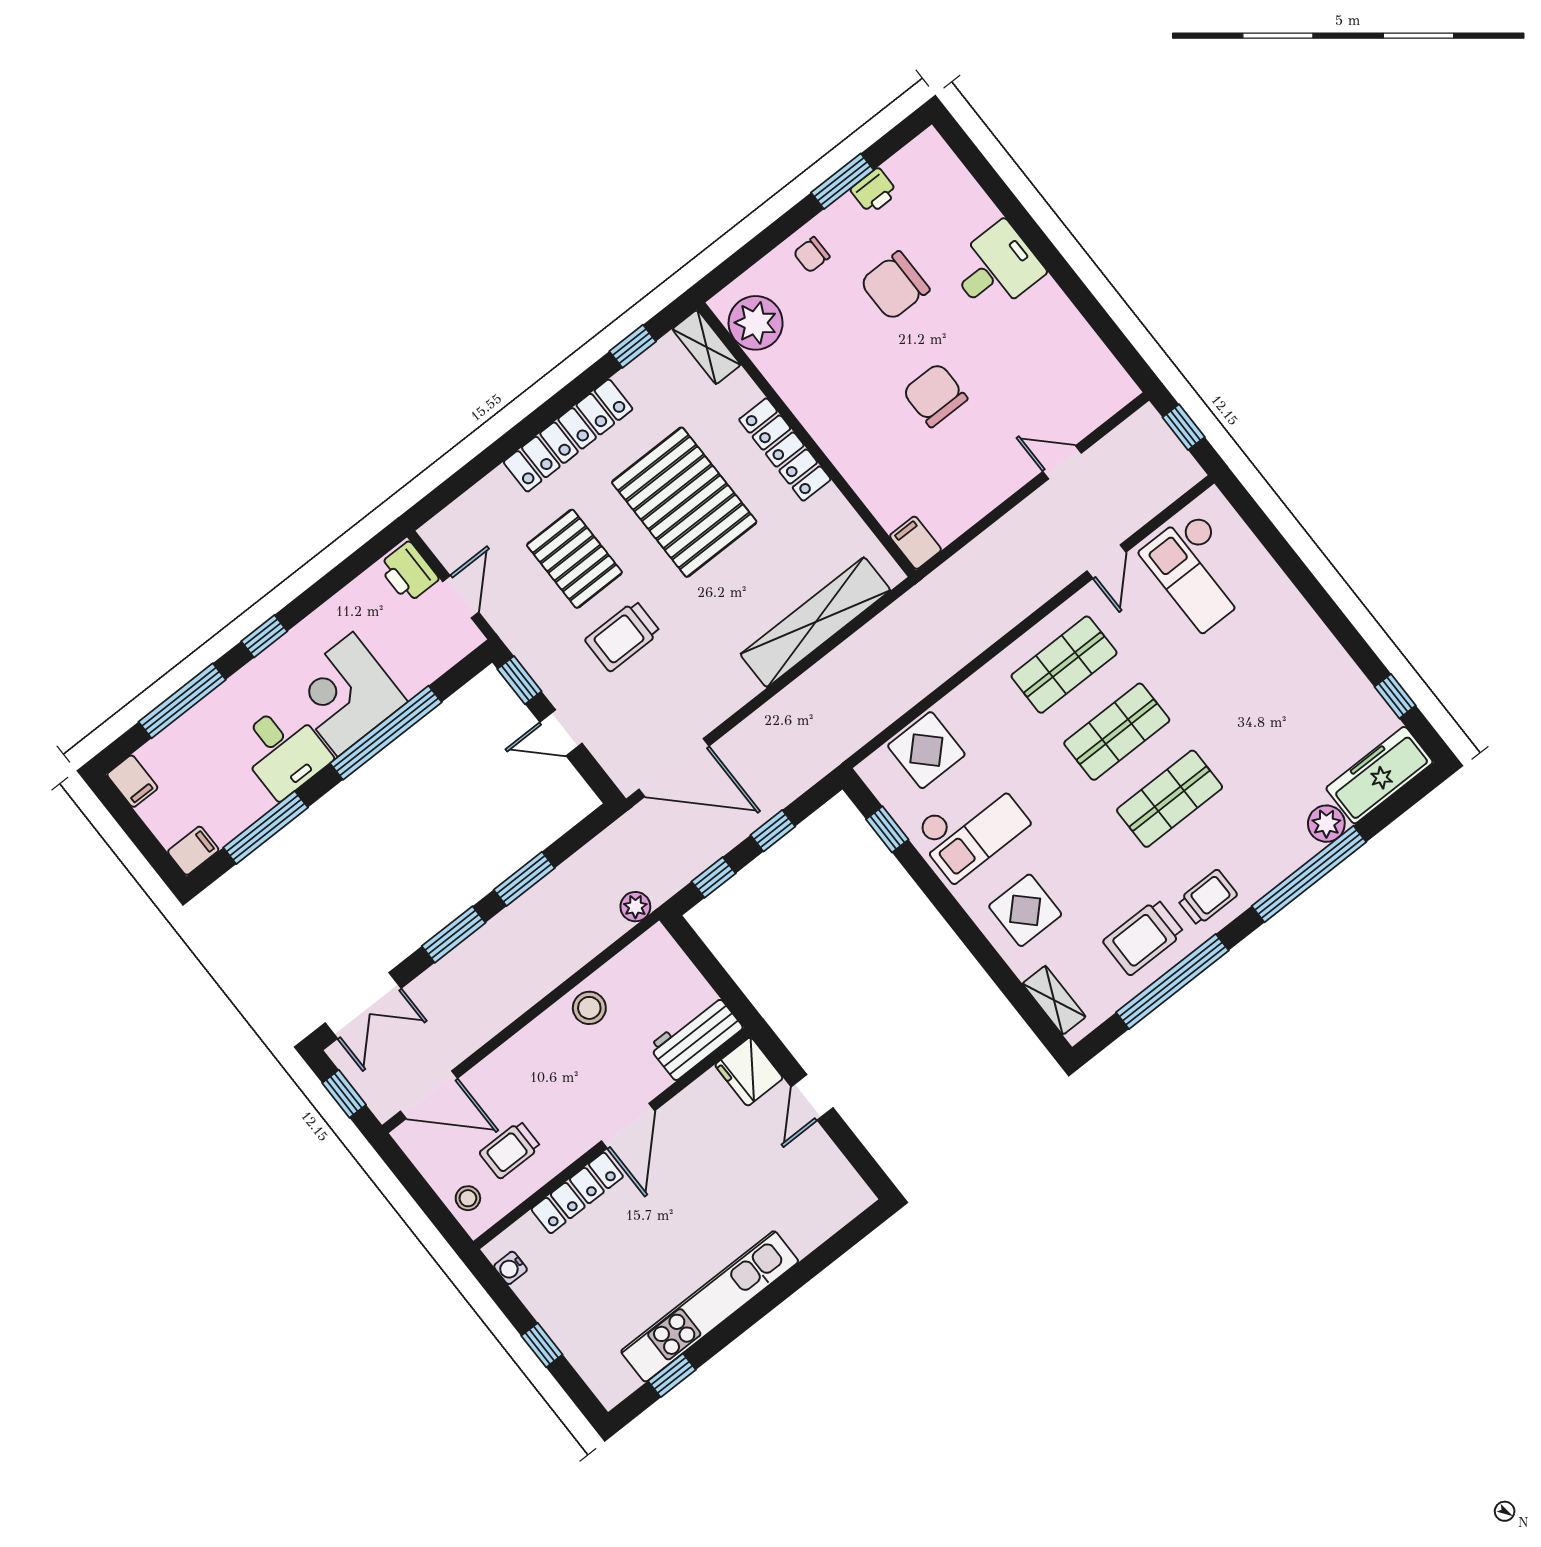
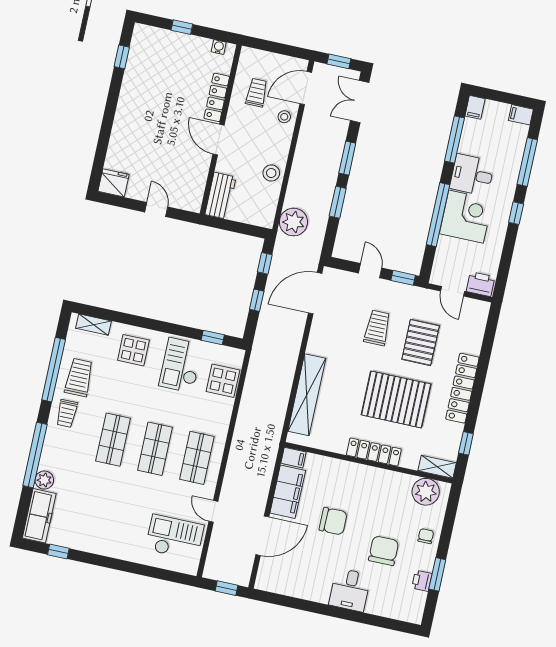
door: (1062, 462) -> (262, 536), width x1.88
filing cabinet: (967, 498) -> (288, 492), added
pallet: (574, 559) -> (421, 342), turned 90
door: (561, 733) -> (370, 271), hinge flipped
plant: (635, 907) -> (293, 222), width x1.88, depth x1.88
fridge: (749, 1072) -> (114, 183), moved
stool: (468, 1198) -> (284, 117), moved
kitchen unit: (710, 1306) -> (129, 96), removed

